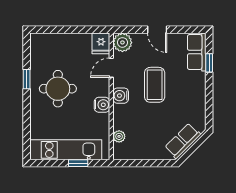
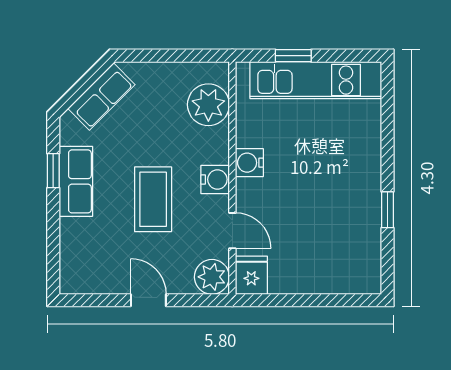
row of seats: (197, 52) -> (76, 181), moved
window: (209, 63) -> (53, 171), moved
door: (111, 68) -> (232, 231), hinge flipped
round table: (58, 89) -> (330, 192), removed
plant: (119, 136) -> (208, 105), width x1.88, depth x1.88

